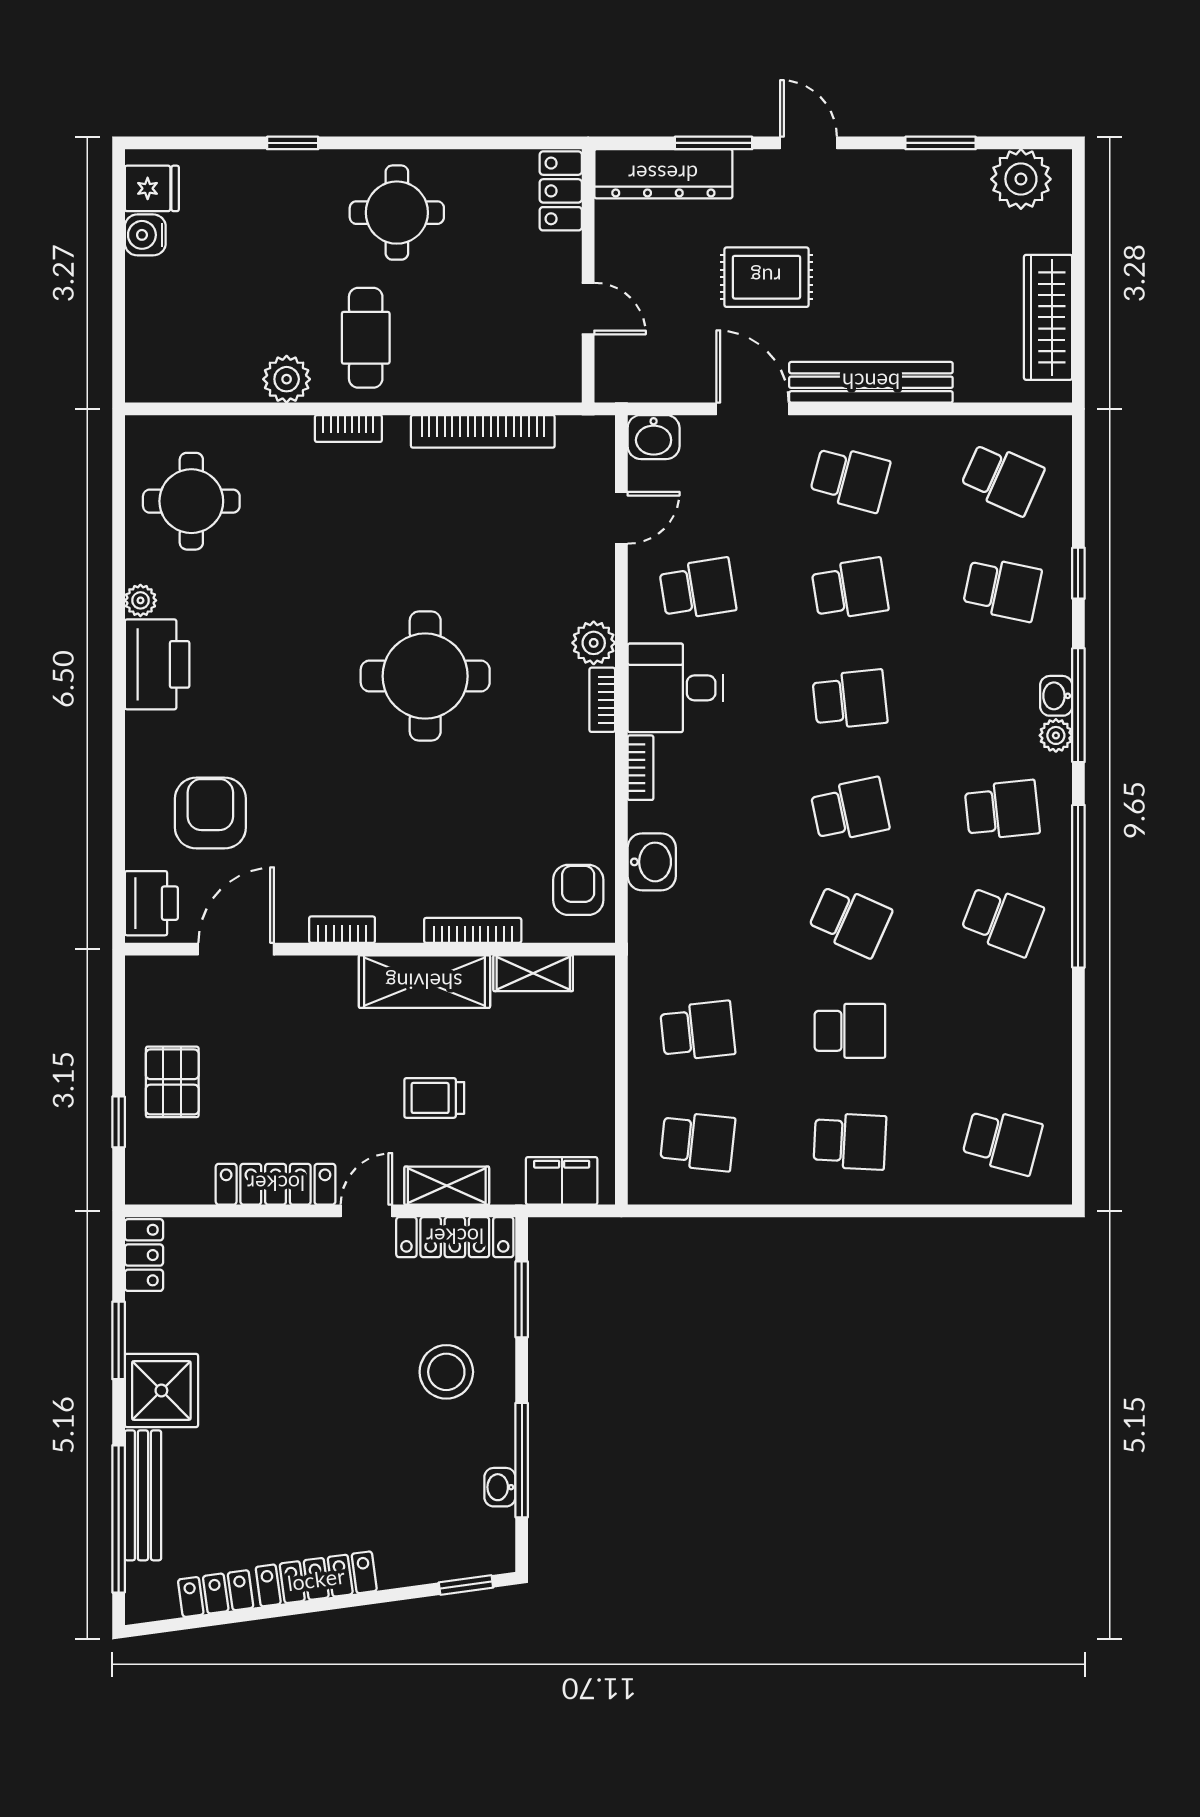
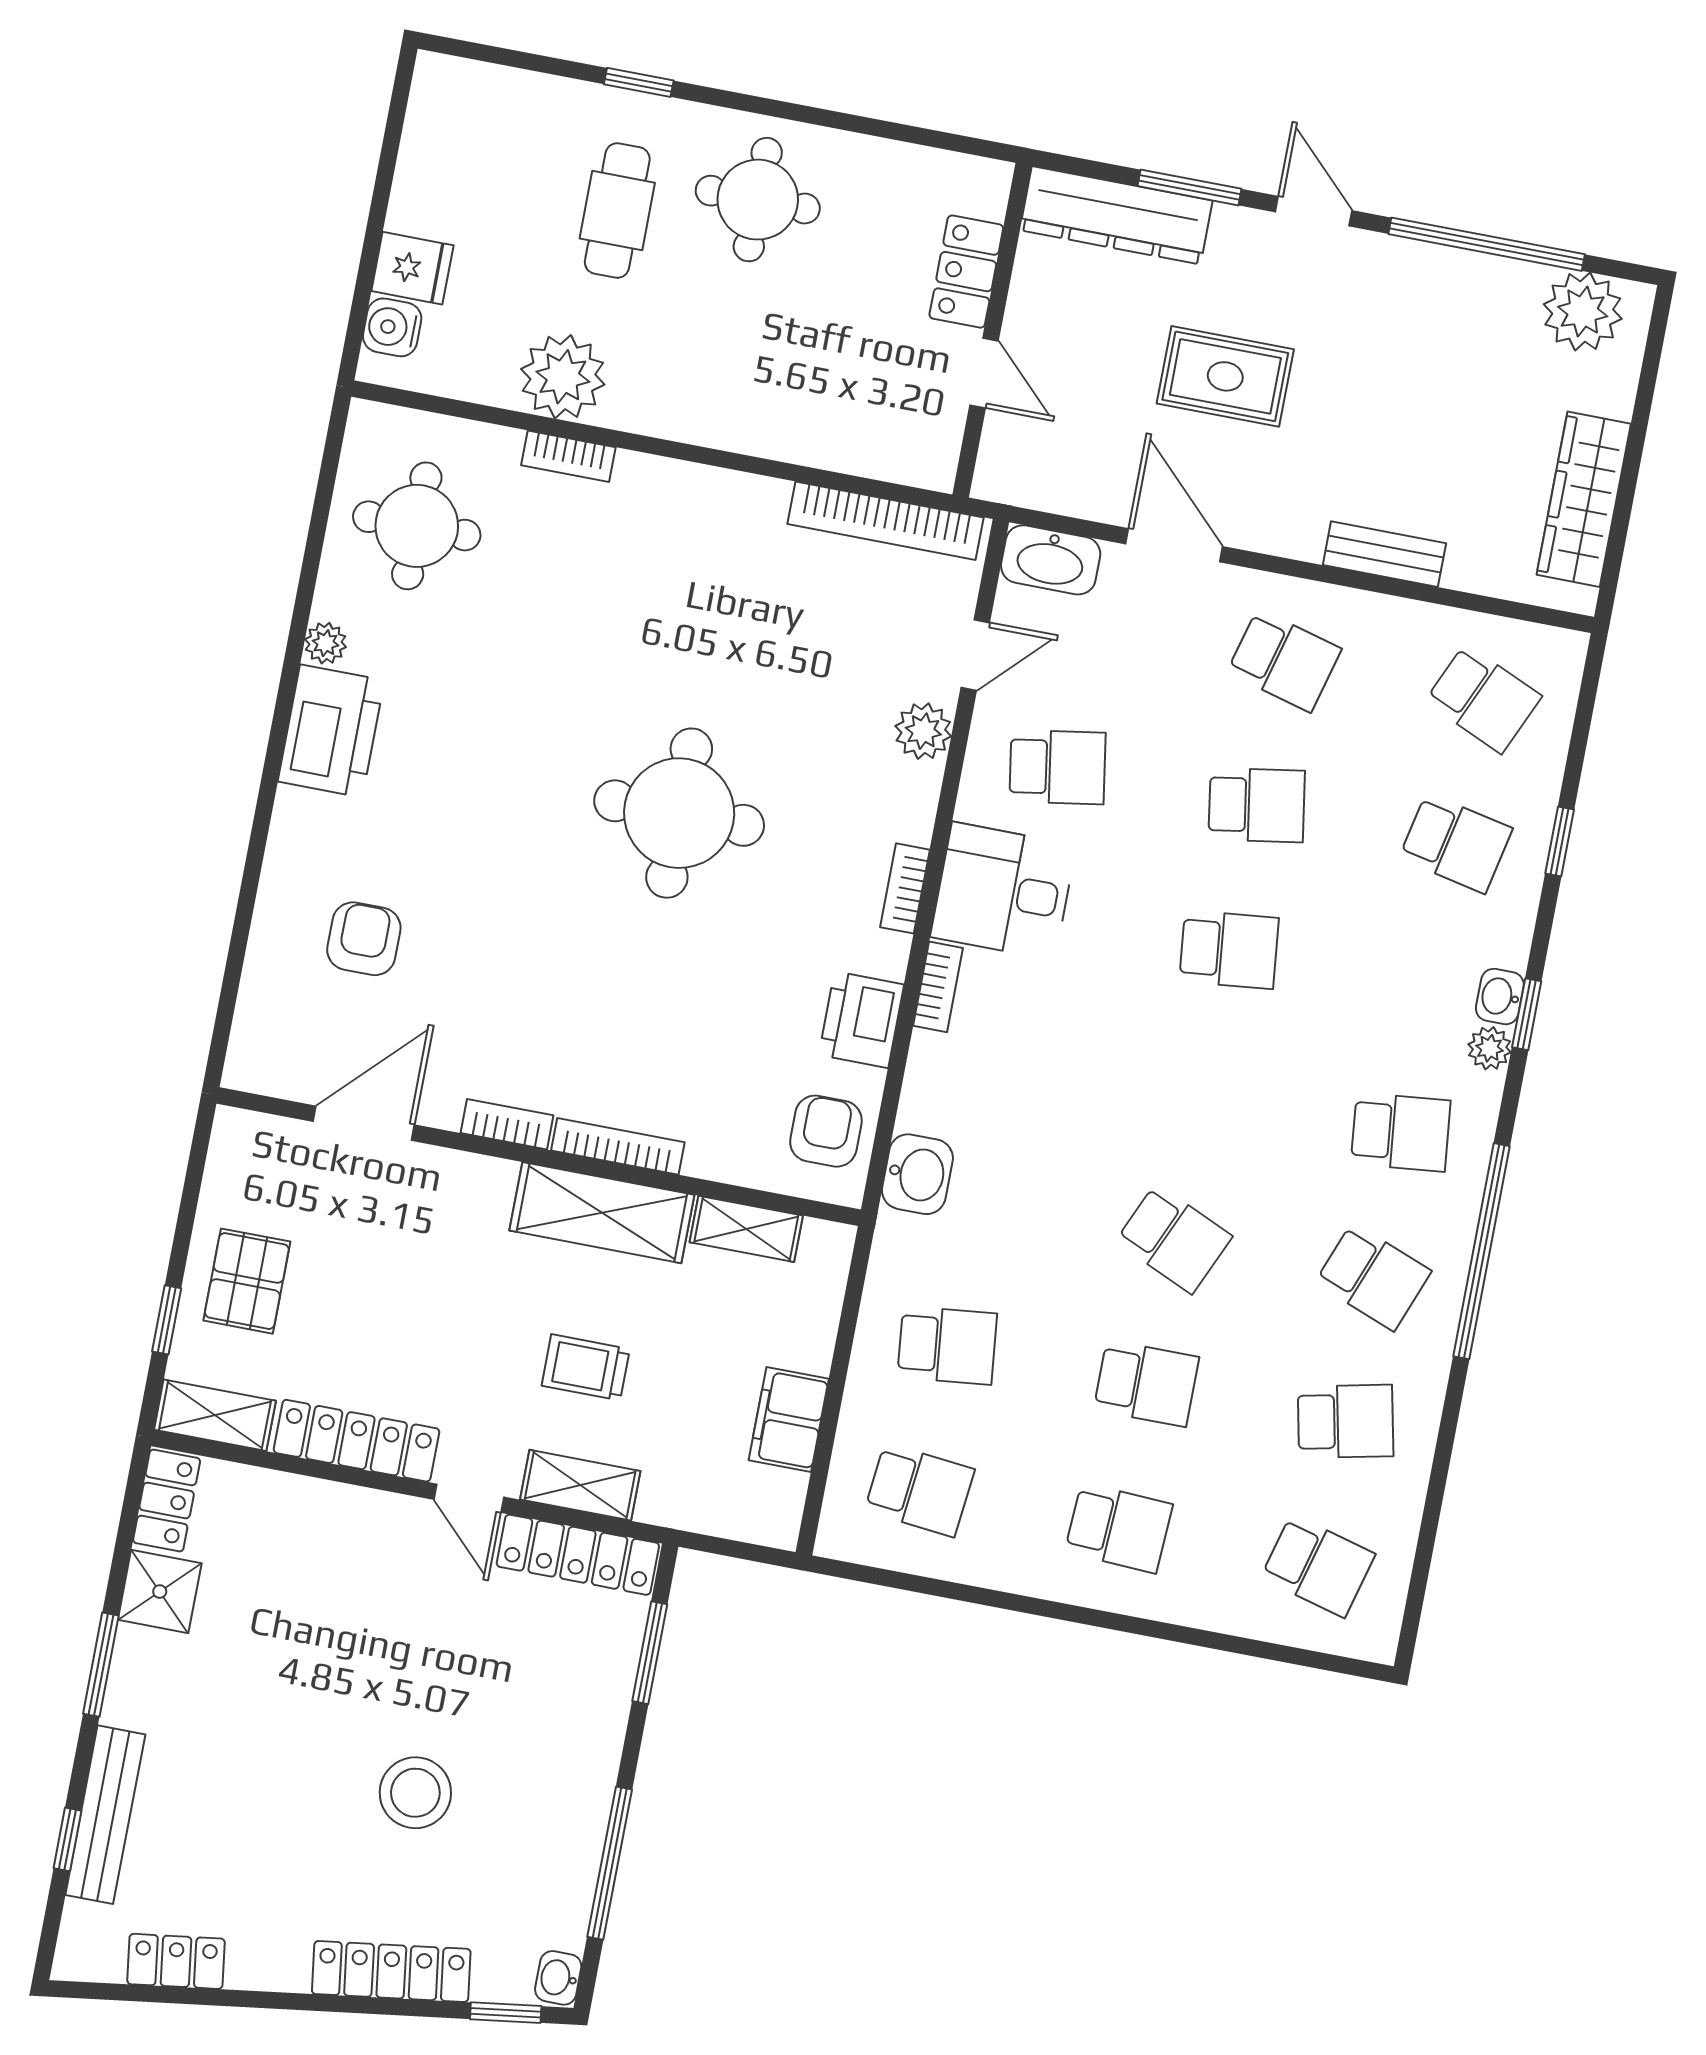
window: (941, 143) -> (1487, 244), width x2.11
fridge: (152, 188) -> (412, 268), moved
locker: (561, 191) -> (966, 272), moved
water cooler: (145, 235) -> (392, 327), moved
cafe table: (366, 338) -> (617, 211), moved
plant: (287, 379) -> (563, 377), width x1.36, depth x1.36
bench: (871, 382) -> (1384, 554), width x0.54, depth x0.82
bookcase: (348, 429) -> (568, 456), moved
bookcase: (483, 431) -> (885, 521), moved
washbasin: (654, 437) -> (1051, 560), width x1.38
plant: (594, 643) -> (923, 731), moved
window: (1078, 705) -> (1527, 1014), width x0.46
school desk: (850, 810) -> (1345, 1421), moved
armchair: (210, 813) -> (364, 939), width x0.72, depth x0.72
washbasin: (652, 862) -> (917, 1174), moved
printer: (151, 903) -> (861, 1020), moved, turned 180
bookcase: (473, 930) -> (618, 1146), moved
filing cabinet: (562, 1181) -> (789, 1419), moved, turned -90
shelving: (168, 1185) -> (215, 1415), added
door: (366, 1211) -> (469, 1498), swing flipped
window: (119, 1340) -> (101, 1665), moved
stool: (446, 1372) -> (415, 1793), moved
shower: (161, 1390) -> (160, 1592), moved, width x0.73, depth x0.73
washbasin: (500, 1487) -> (558, 1978), moved
window: (119, 1519) -> (68, 1839), width x0.32
locker: (316, 1579) -> (391, 1971), moved

